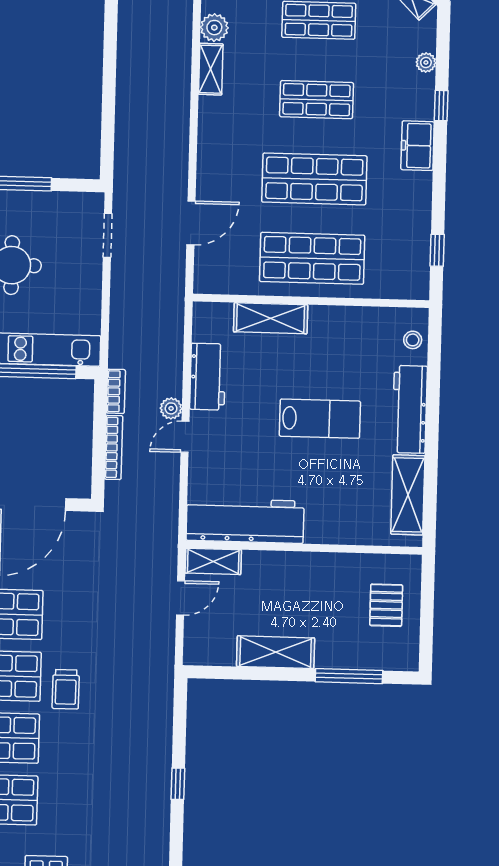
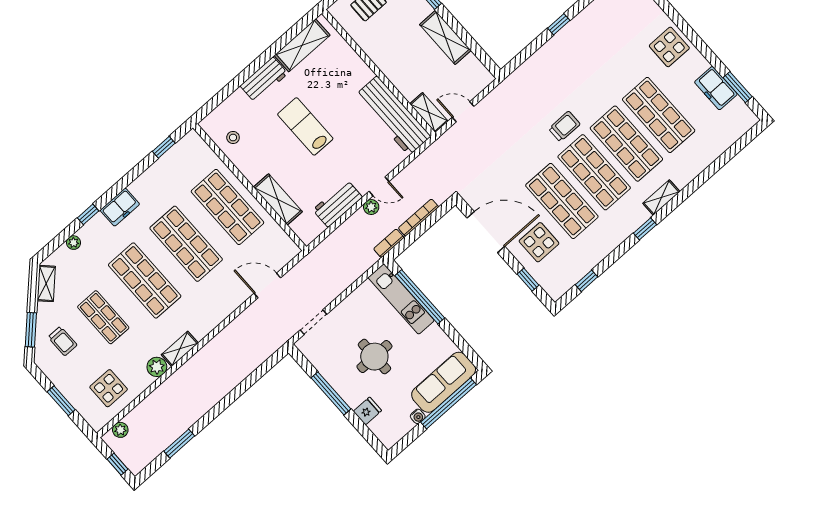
shop shelf: (317, 100) -> (145, 280), width x1.43, depth x1.36
stool: (413, 340) -> (233, 137), moved
workbench: (410, 409) -> (264, 80), width x0.73

